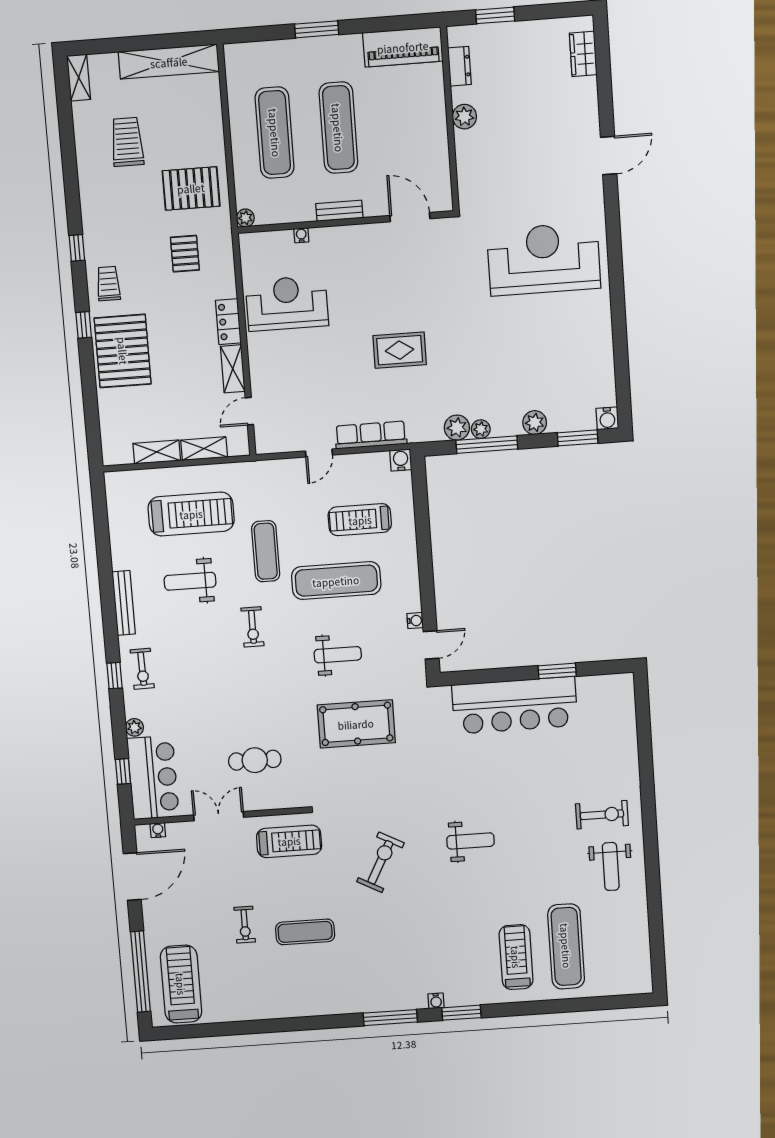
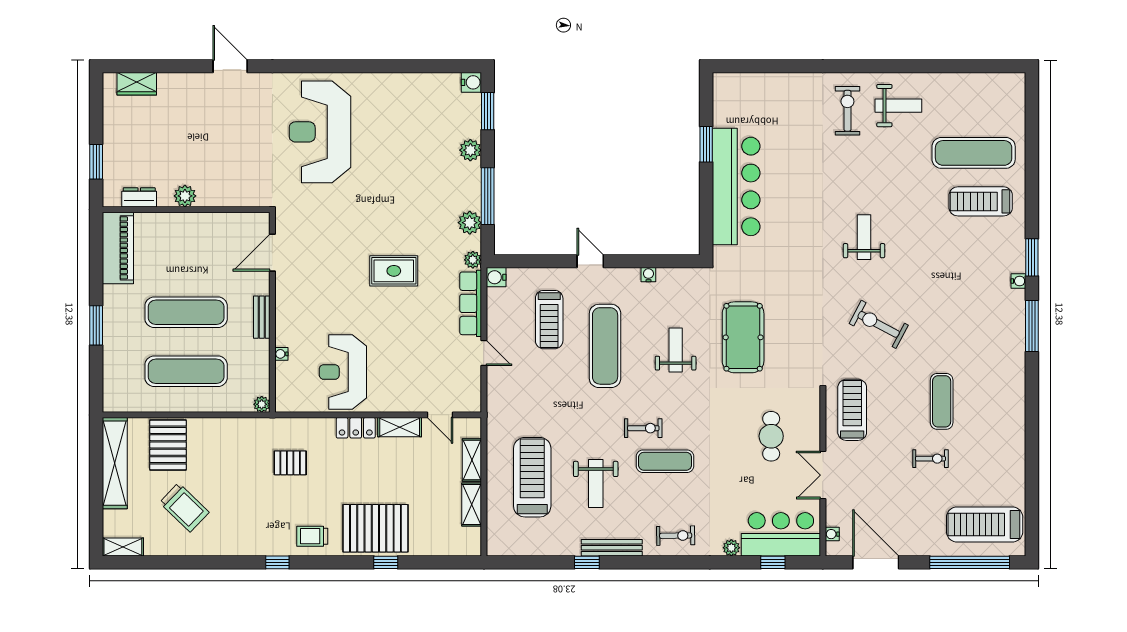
trolley: (127, 142) -> (184, 507), turned -136
pallet: (191, 188) -> (168, 445), moved
window: (84, 325) -> (386, 562), moved
rug: (400, 350) -> (394, 271), turned 90
plant: (481, 429) -> (473, 260), moved
exercise mat: (266, 551) -> (665, 461), moved
door: (431, 645) -> (590, 261), moved
window: (114, 676) -> (587, 562), moved

